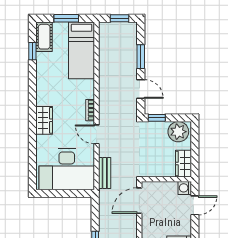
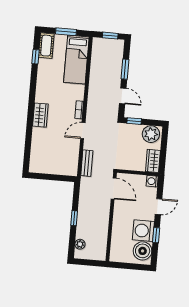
door: (97, 134) -> (83, 131), hinge flipped
desk: (67, 169) -> (56, 157), removed
door: (139, 201) -> (114, 189), swing flipped
door: (195, 205) -> (159, 207), moved

